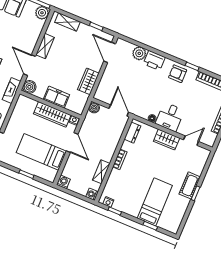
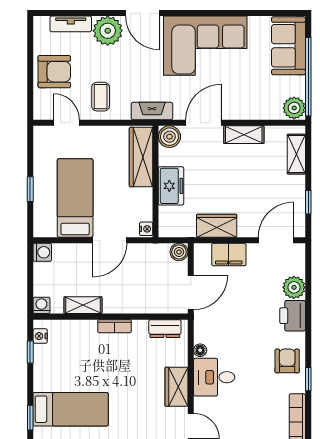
filing cabinet: (107, 81) -> (229, 255), added
wardrobe: (52, 114) -> (141, 157), moved

